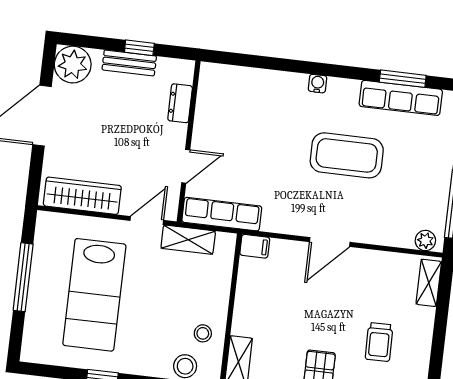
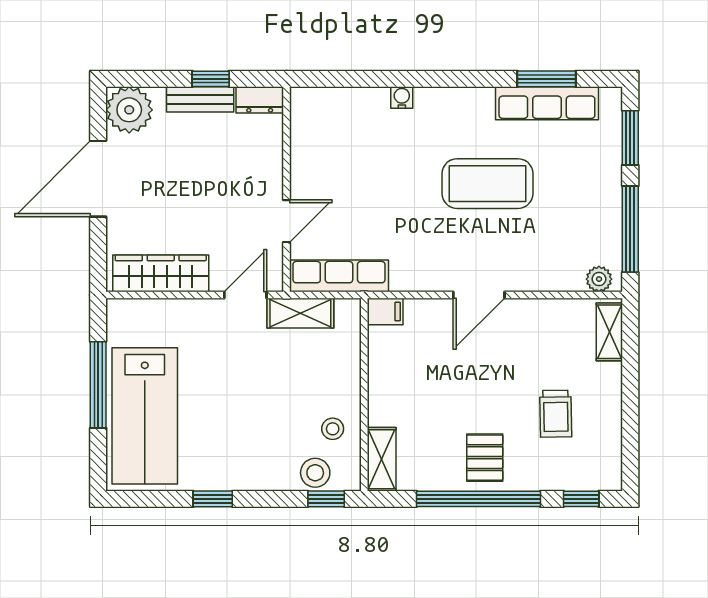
water cooler: (318, 84) -> (402, 97), moved
dresser: (180, 103) -> (260, 100), moved, turned -90
lab bench: (94, 295) -> (145, 416), moved

